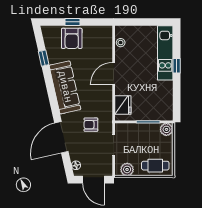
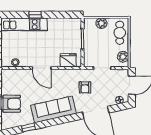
plant: (166, 129) -> (101, 23), moved

